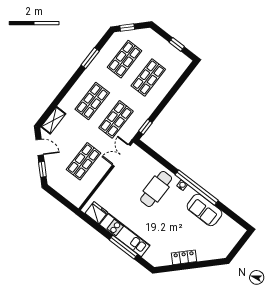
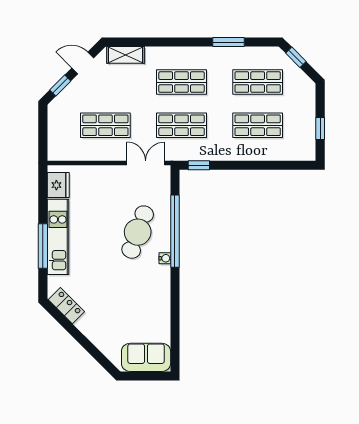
door: (40, 147) -> (83, 63), swing flipped
window: (197, 188) -> (175, 231), moved
cafe table: (156, 189) -> (138, 232), turned -70
sofa: (204, 210) -> (146, 357), moved, turned 90
locker: (184, 257) -> (66, 306), moved

